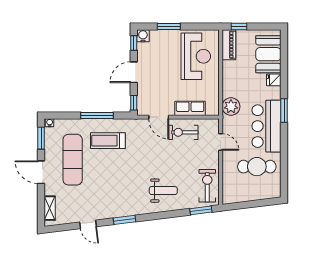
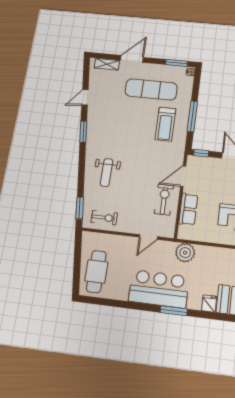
treadmill: (108, 141) -> (165, 124), turned 180
cafe table: (257, 167) -> (96, 271), moved
door: (41, 172) -> (132, 59), moved
exercise bike: (207, 186) -> (104, 218), width x0.73, depth x0.72

